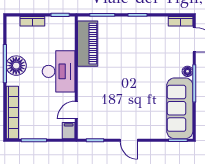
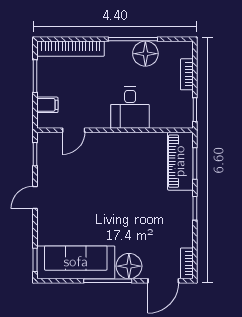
piano: (88, 44) -> (180, 161), moved, turned 90
floor lamp: (16, 66) -> (145, 54), moved
desk: (59, 71) -> (130, 108), width x0.73
floor lamp: (188, 71) -> (129, 266), width x1.89, depth x1.89
door: (76, 110) -> (74, 130), swing flipped
filing cabinet: (69, 131) -> (47, 105), moved

